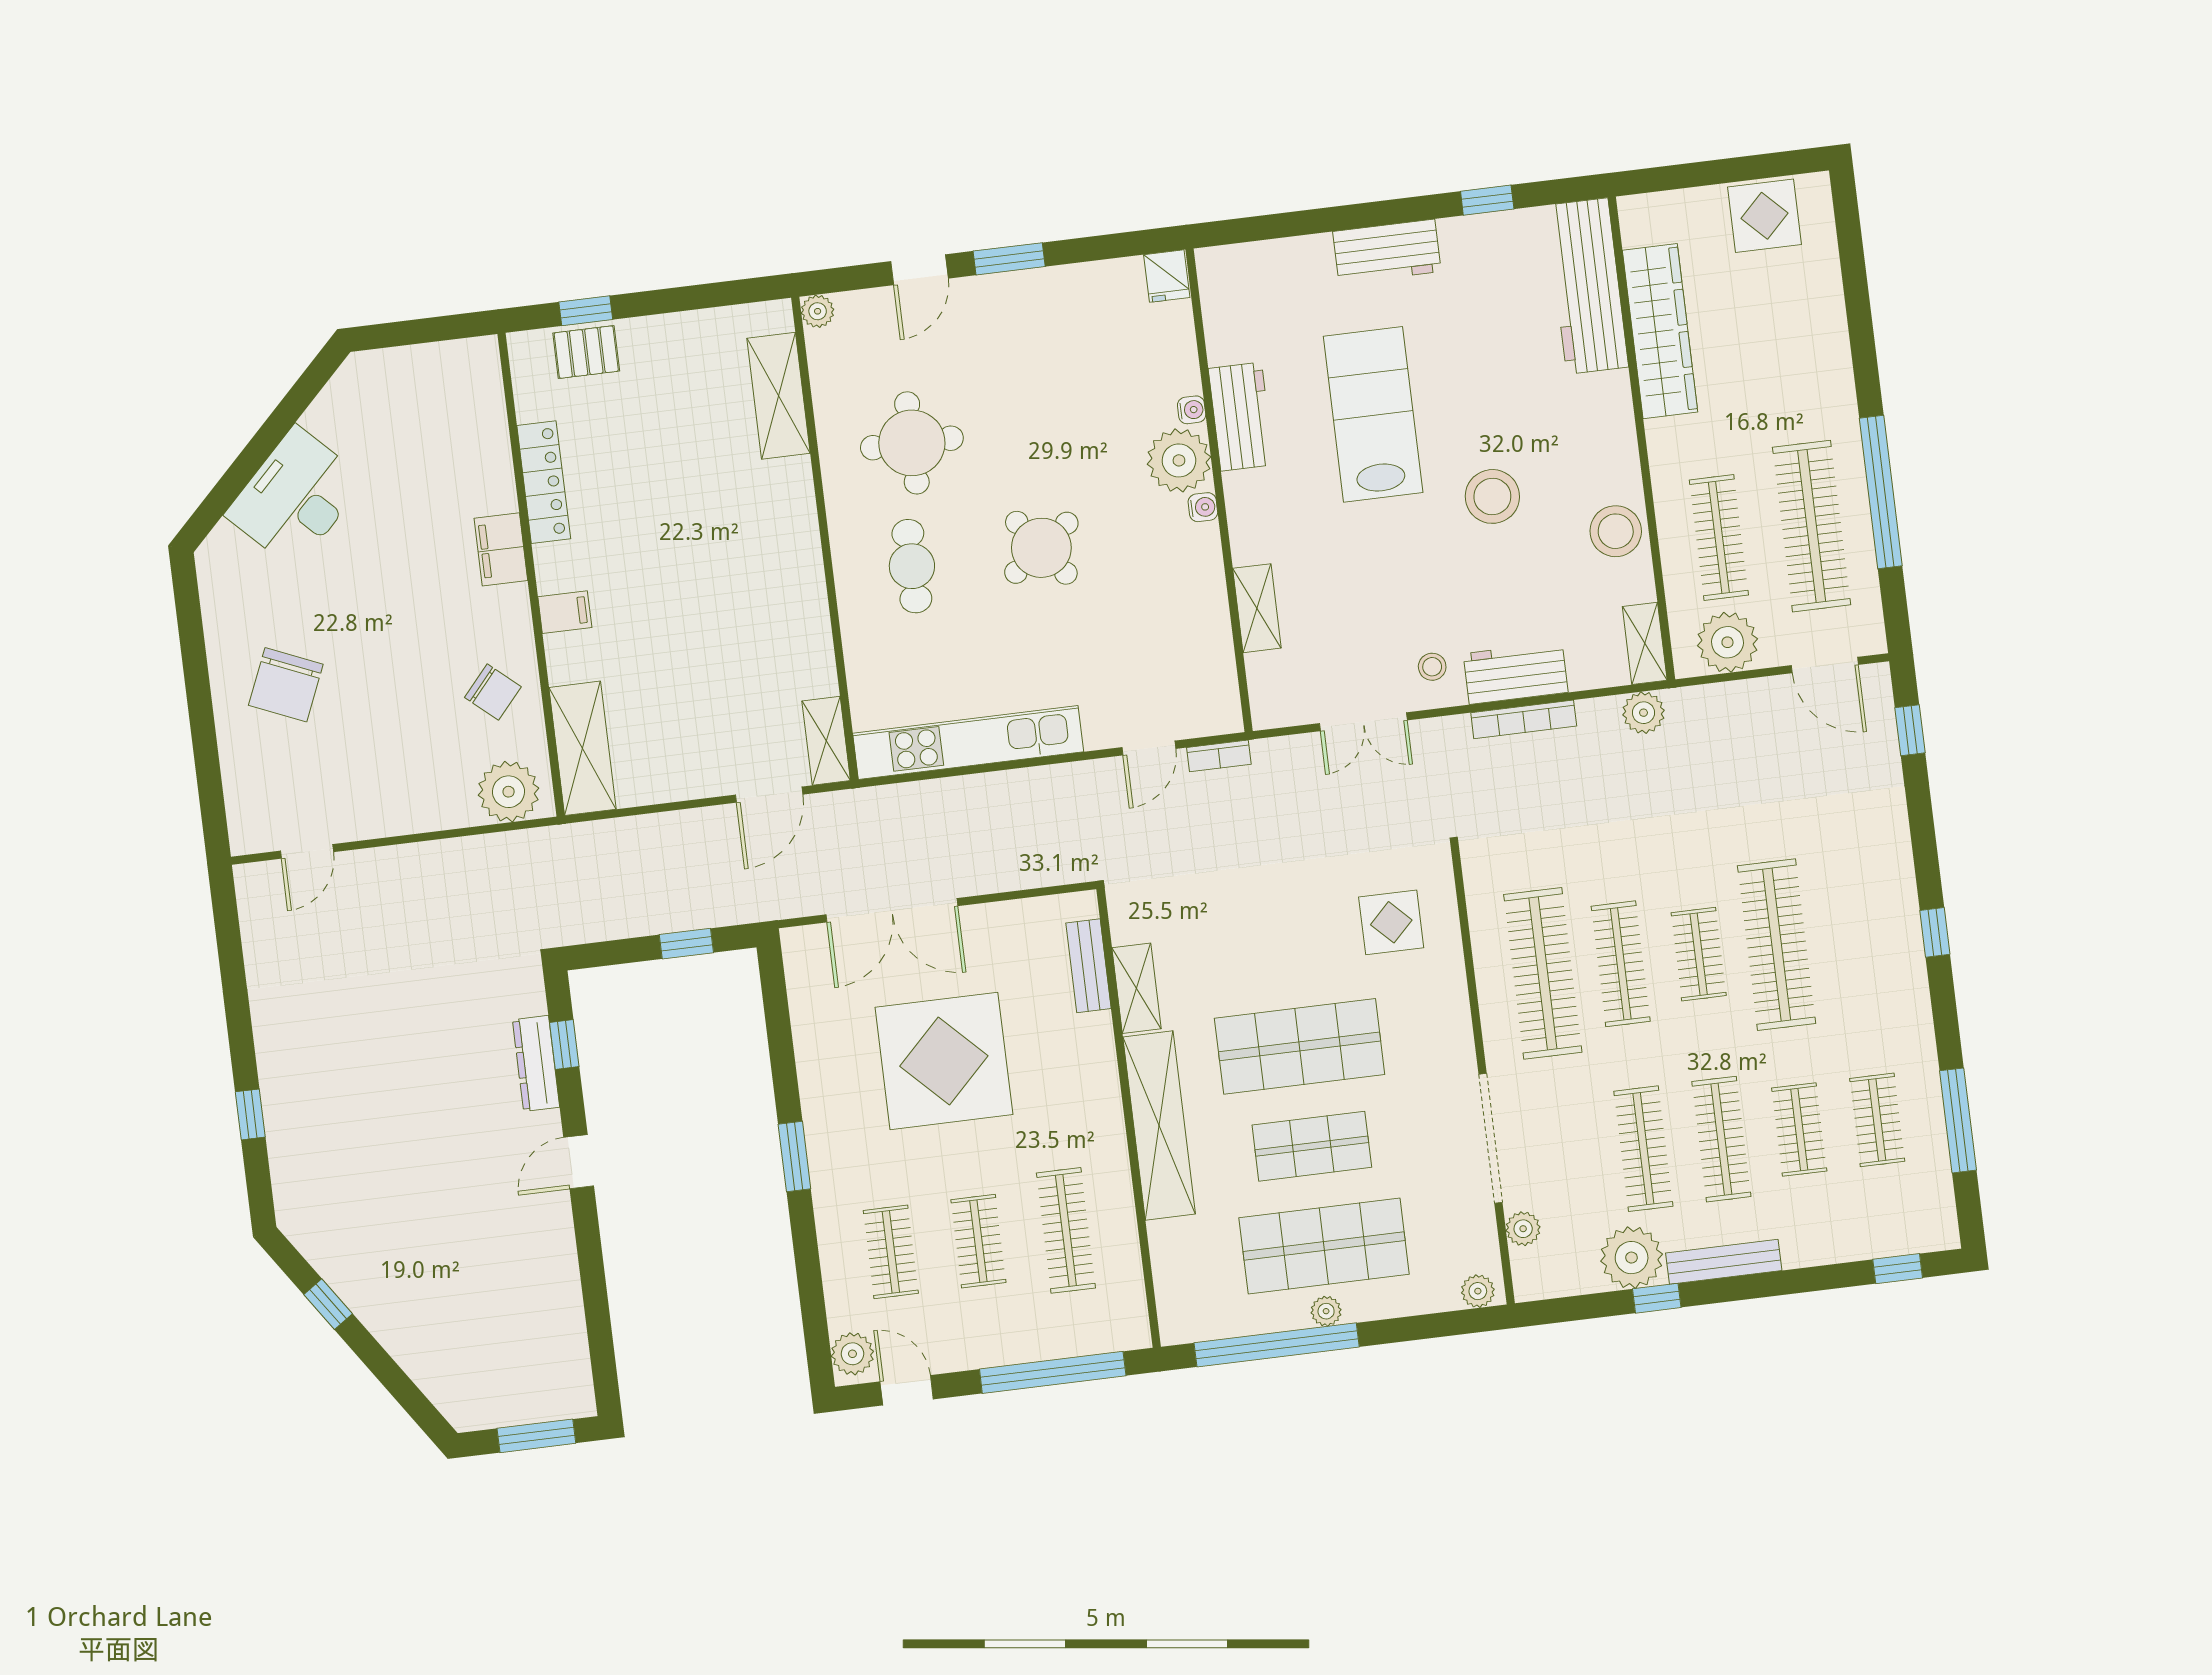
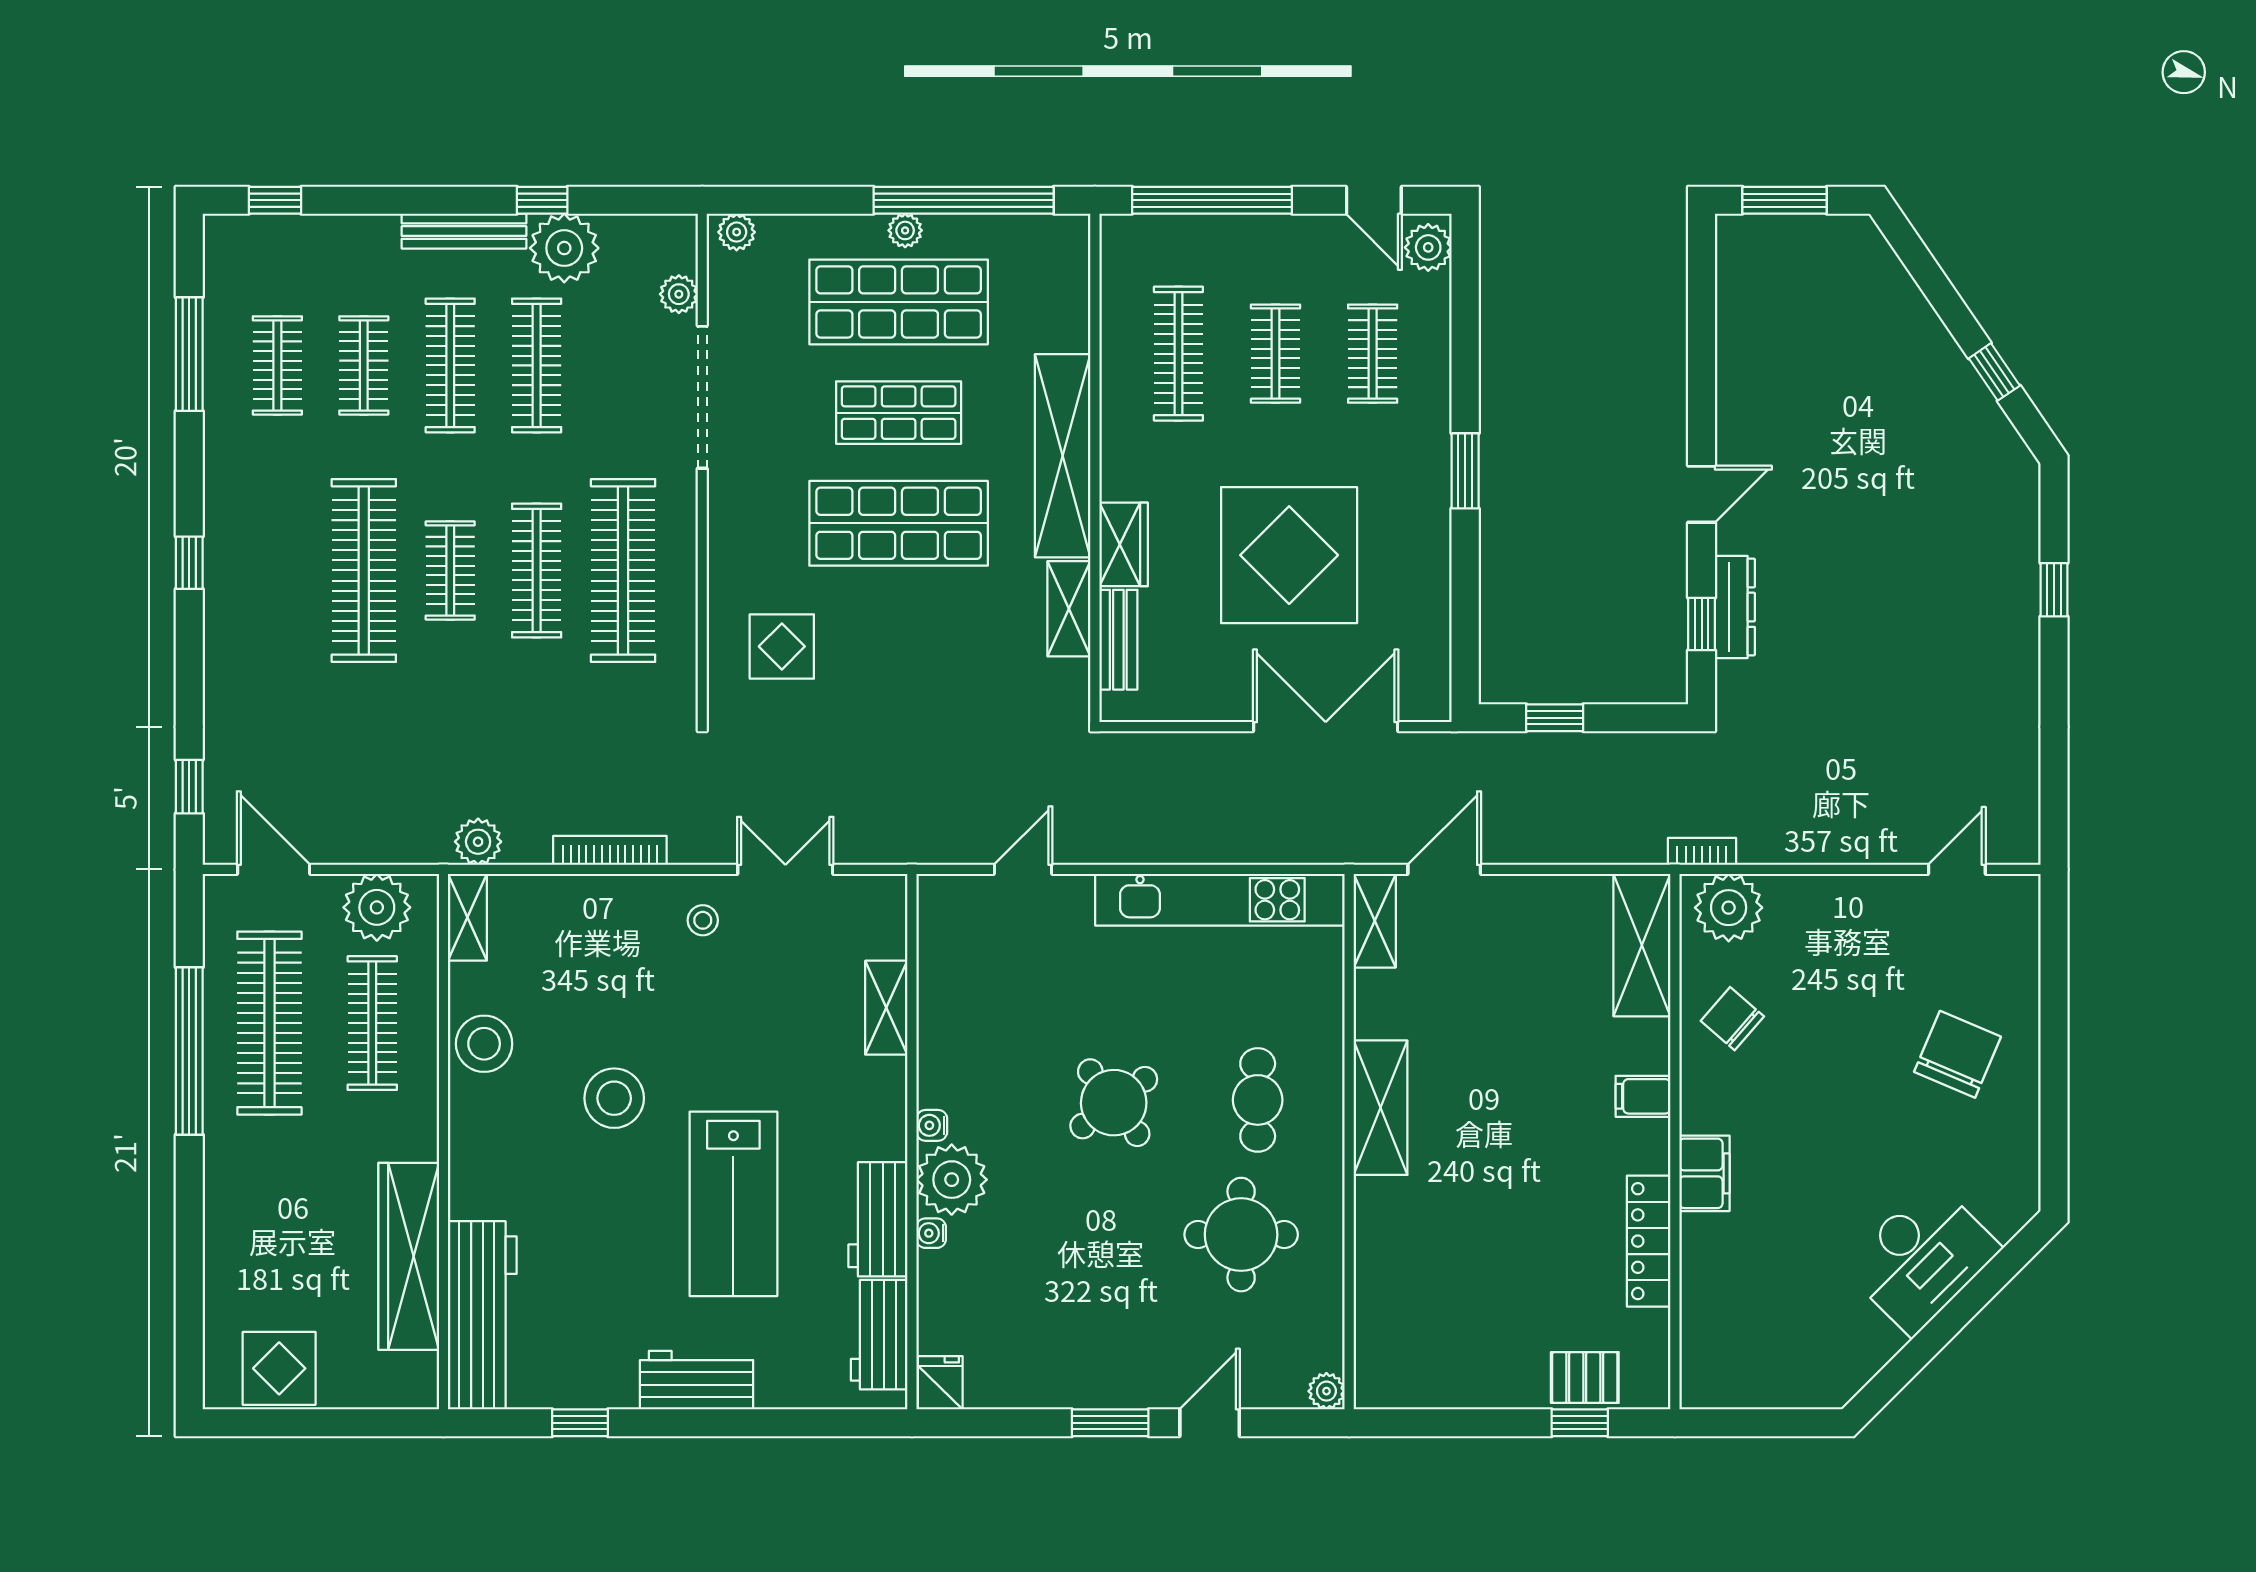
shelving: (779, 396) -> (1381, 1108), moved
workbench: (1516, 673) -> (879, 1335), moved, turned 90
bookcase: (1219, 756) -> (1702, 851), moved
wardrobe: (1094, 1052) -> (1124, 544), added

